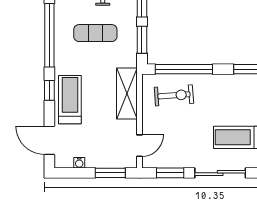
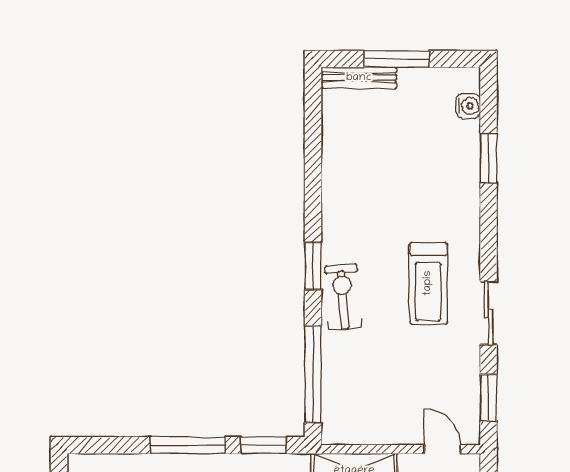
exercise bike: (174, 95) -> (343, 297), moved
sliding door: (220, 173) -> (488, 313), width x0.73

